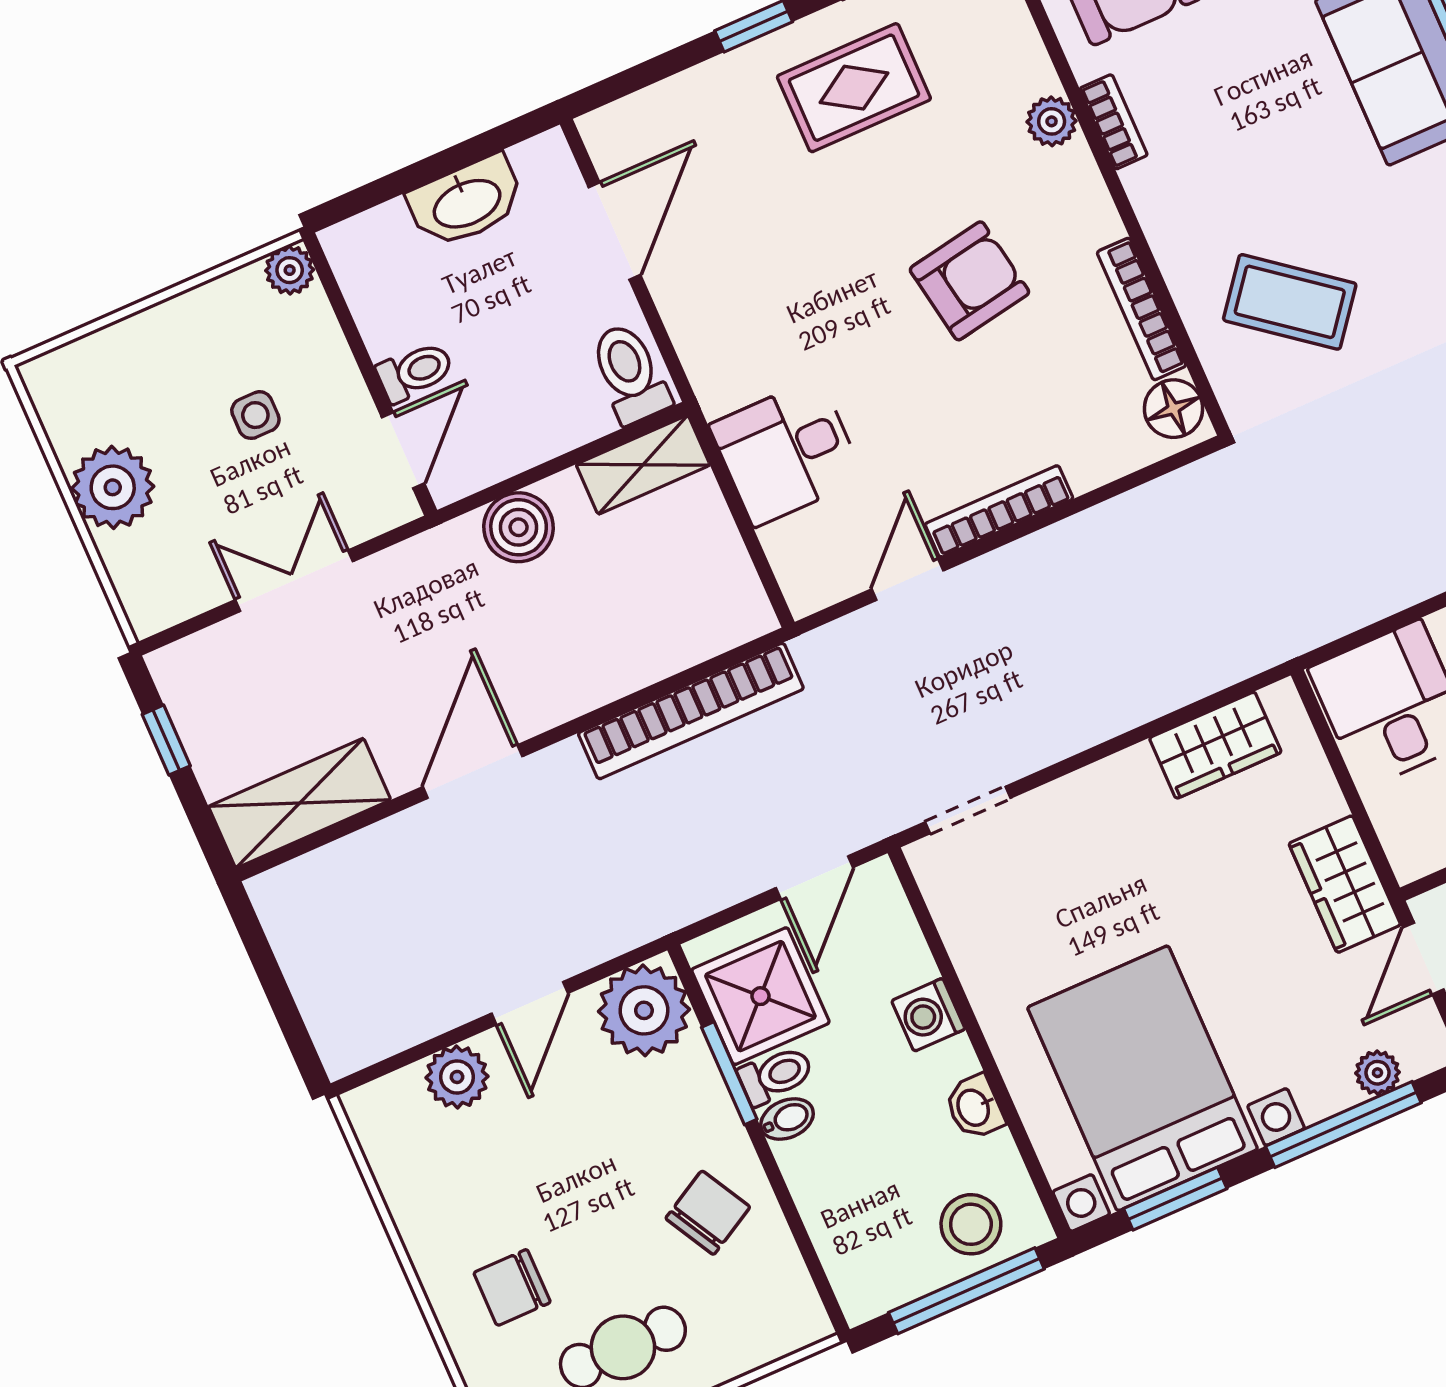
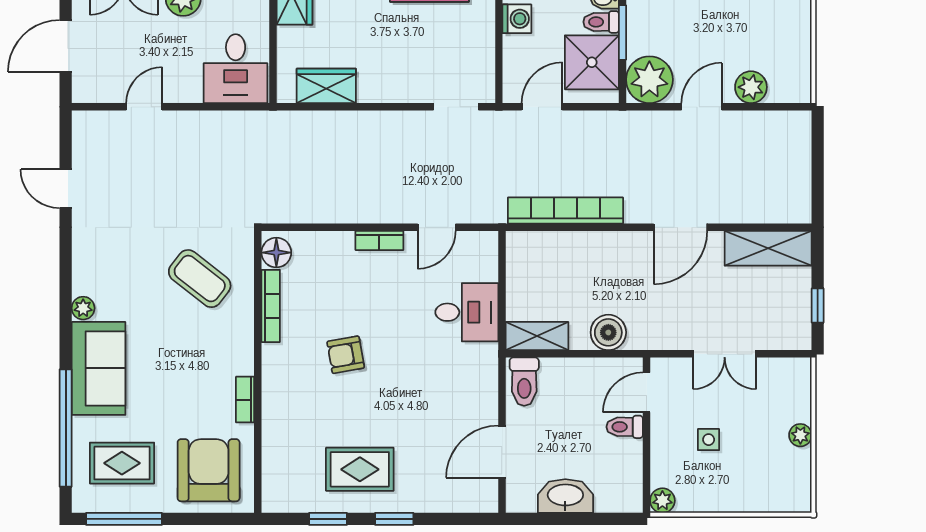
plant: (1052, 121) -> (274, 413), removed
armchair: (969, 281) -> (346, 355), width x0.72, depth x0.72
plant: (113, 487) -> (800, 435), width x0.53, depth x0.53
bookcase: (999, 511) -> (379, 240), width x0.64

